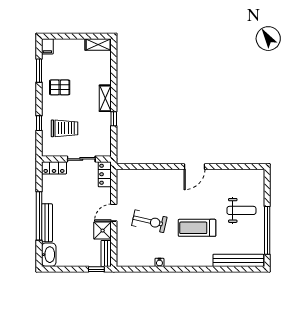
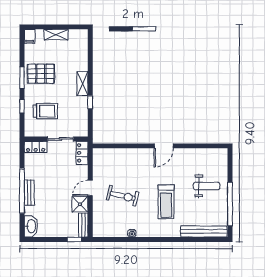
shelving: (98, 45) -> (56, 35), moved
window: (39, 71) -> (22, 78), moved
pallet: (60, 87) -> (41, 74), width x1.50, depth x1.42
bench: (47, 223) -> (29, 193), width x0.73
treadmill: (197, 228) -> (166, 202), turned -90

